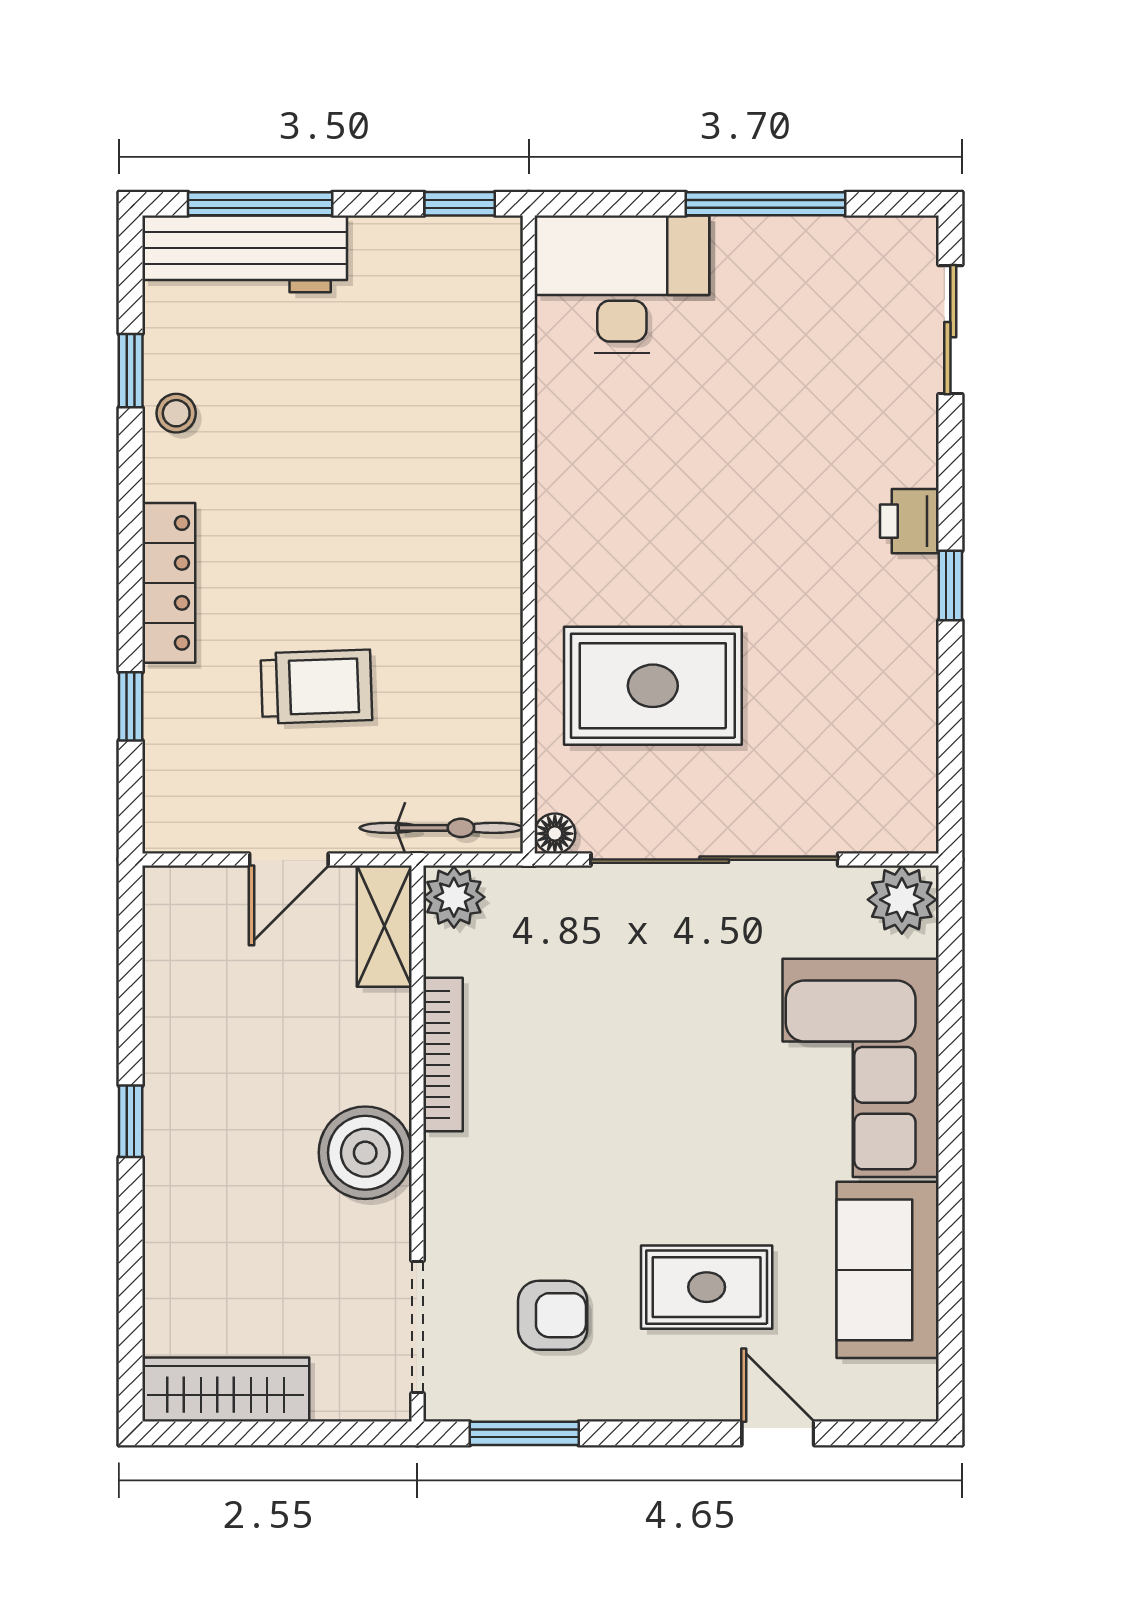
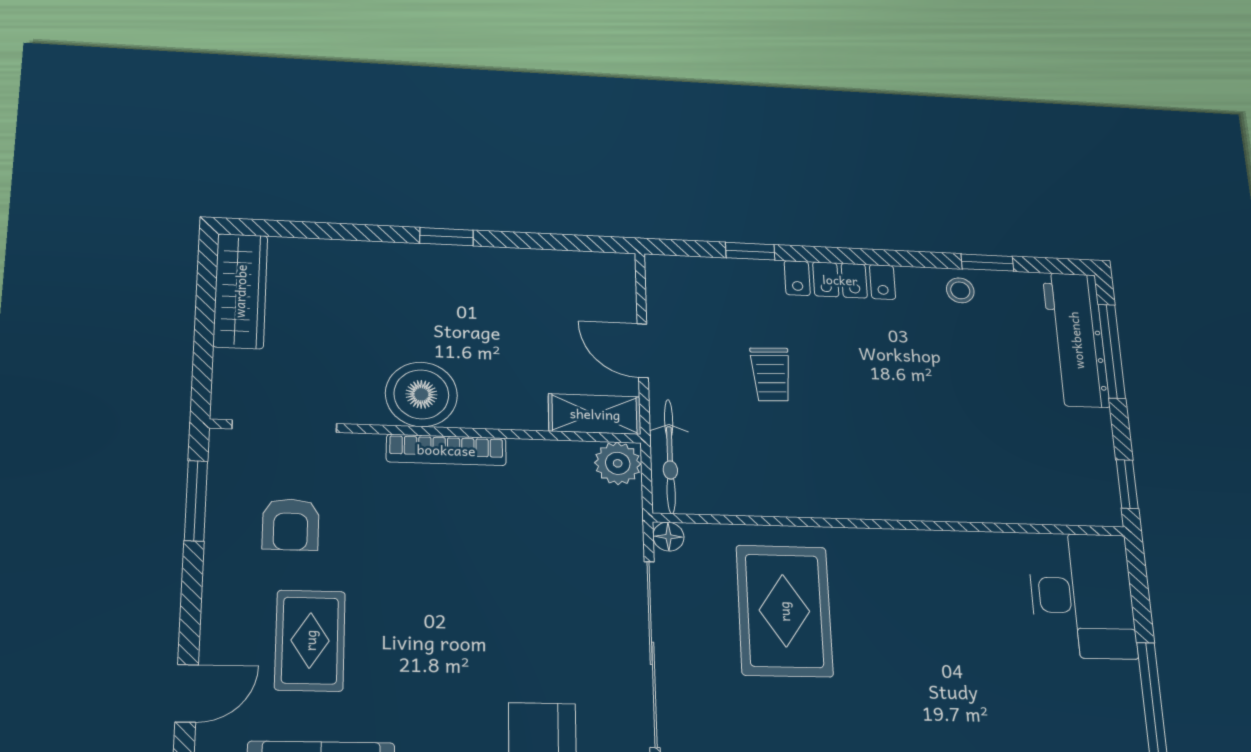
trolley: (316, 687) -> (771, 374), width x0.73, depth x0.72
bookcase: (443, 1054) -> (446, 450), moved

